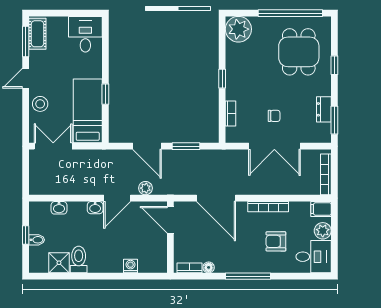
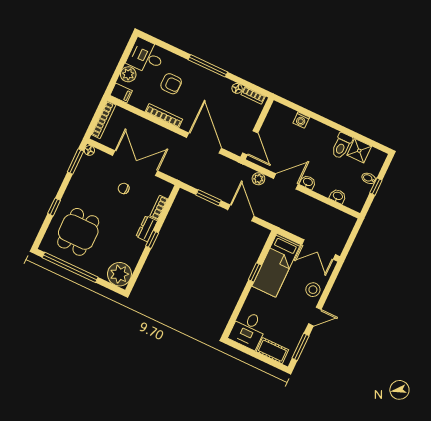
cot: (37, 34) -> (272, 351), moved, turned 90
dresser: (324, 109) -> (147, 229), moved, turned 180
floor lamp: (326, 137) -> (89, 150), added

